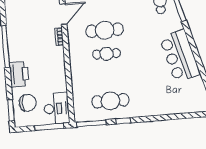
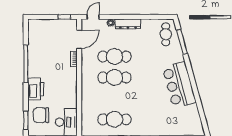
cafe table: (107, 54) -> (114, 77), width x1.37, depth x1.35
chair: (28, 103) -> (41, 115), turned 180

